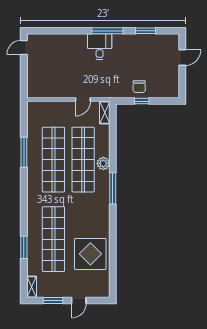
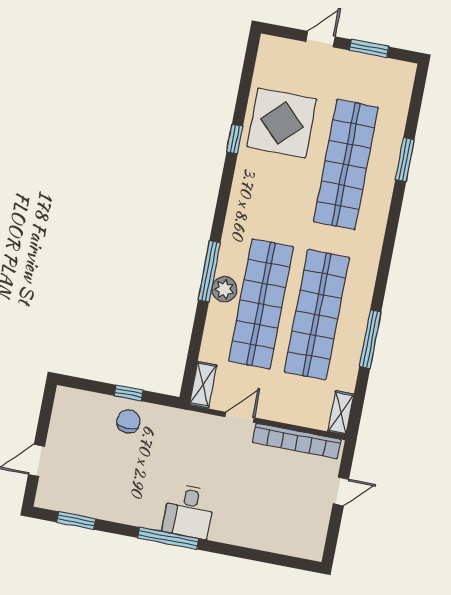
window: (146, 31) -> (76, 520), moved
door: (24, 47) -> (341, 491), moved
bookcase: (51, 93) -> (297, 441), added
window: (113, 188) -> (209, 271), moved
window: (113, 241) -> (235, 139), added
shelving: (32, 287) -> (341, 413), moved

